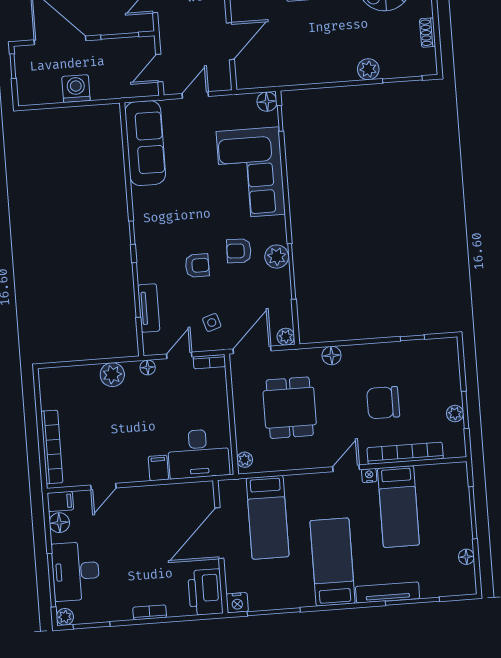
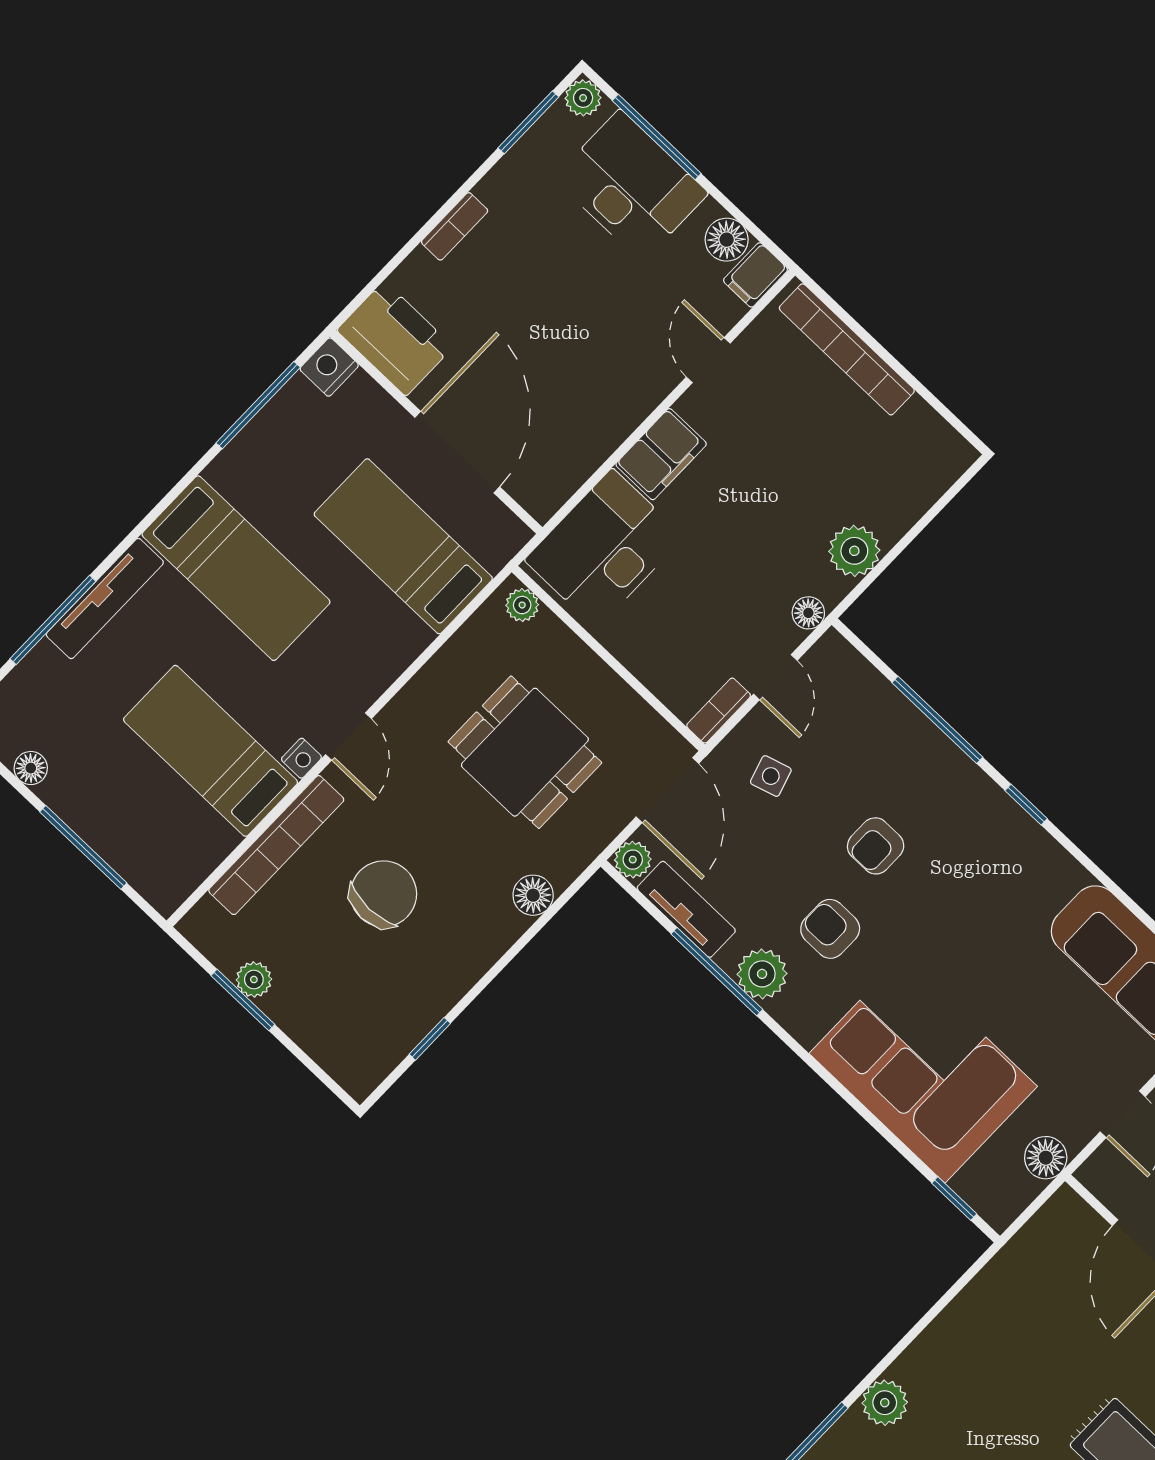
floor lamp: (267, 102) -> (1046, 1158), moved
armchair: (239, 251) -> (830, 929), turned -92
tv unit: (149, 308) -> (686, 909), moved, turned 180
filing cabinet: (158, 468) -> (661, 454), width x2.00

